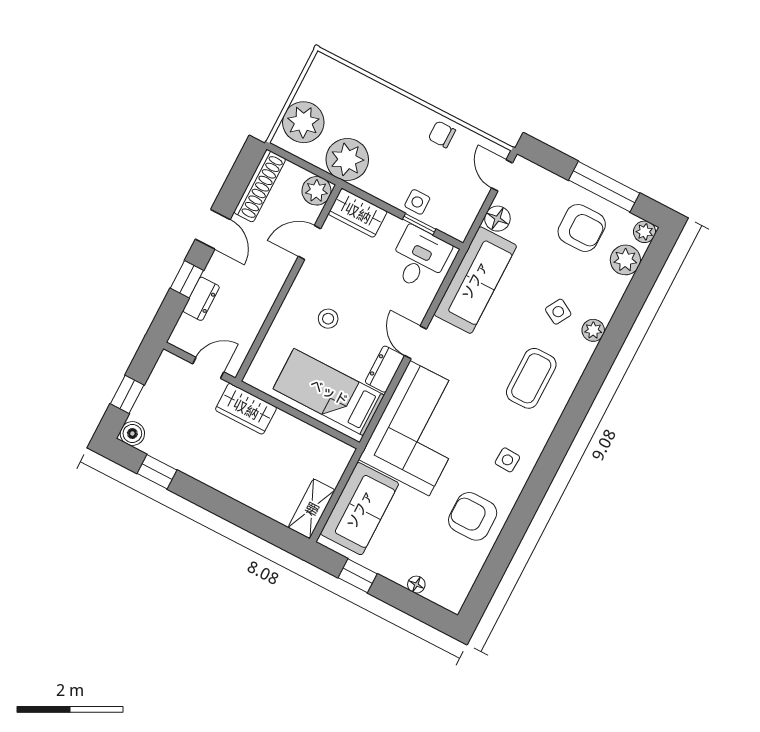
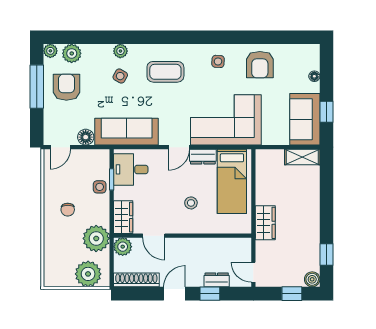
chair: (442, 134) -> (68, 210), moved
door: (208, 368) -> (253, 272), moved
sofa: (360, 509) -> (305, 119), moved, turned -90

